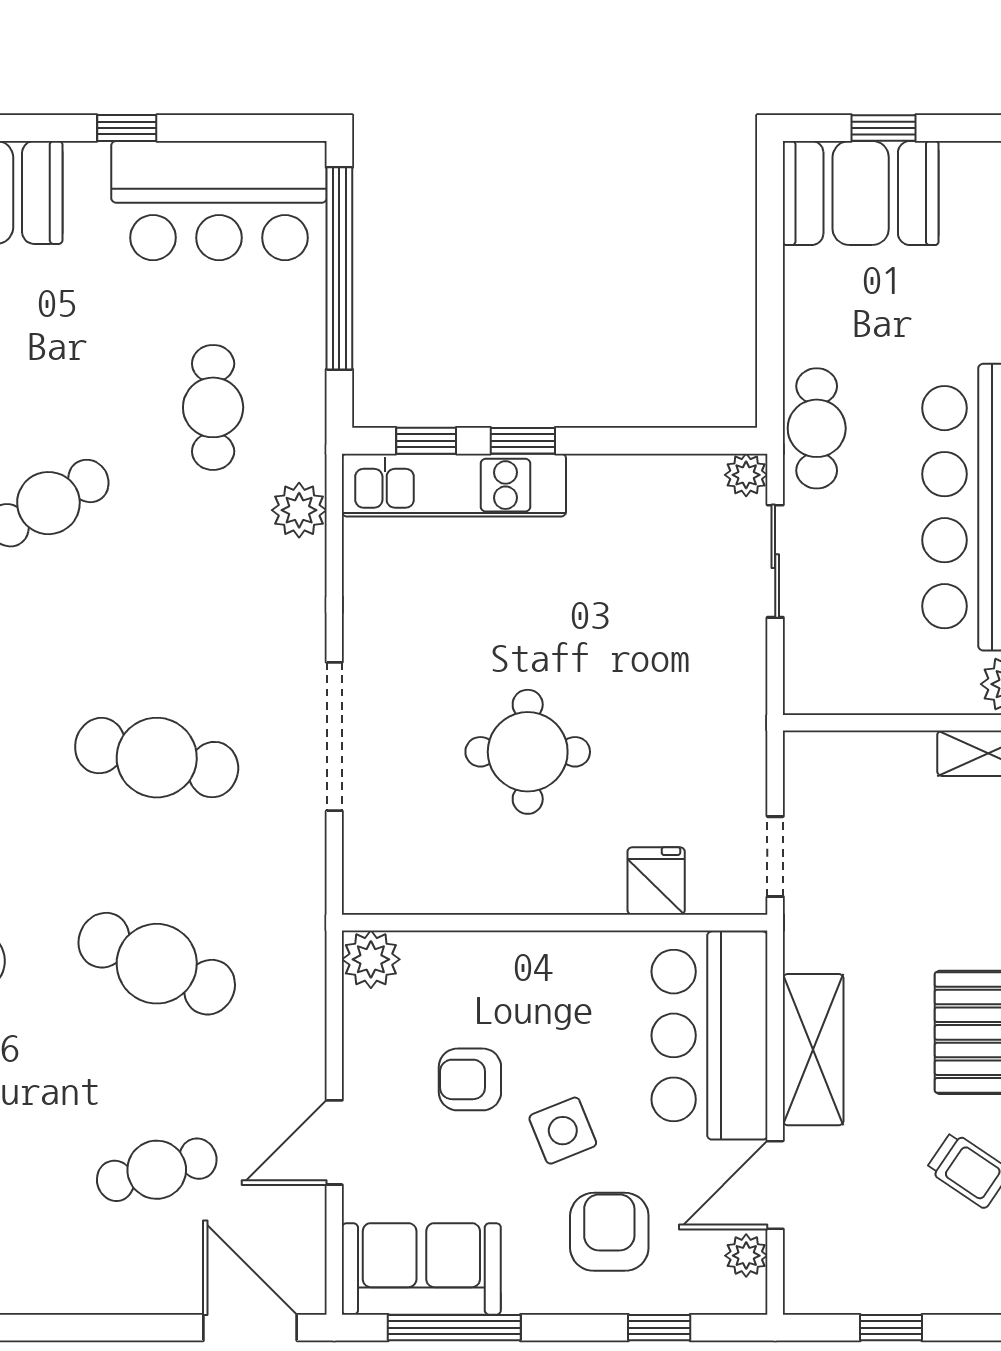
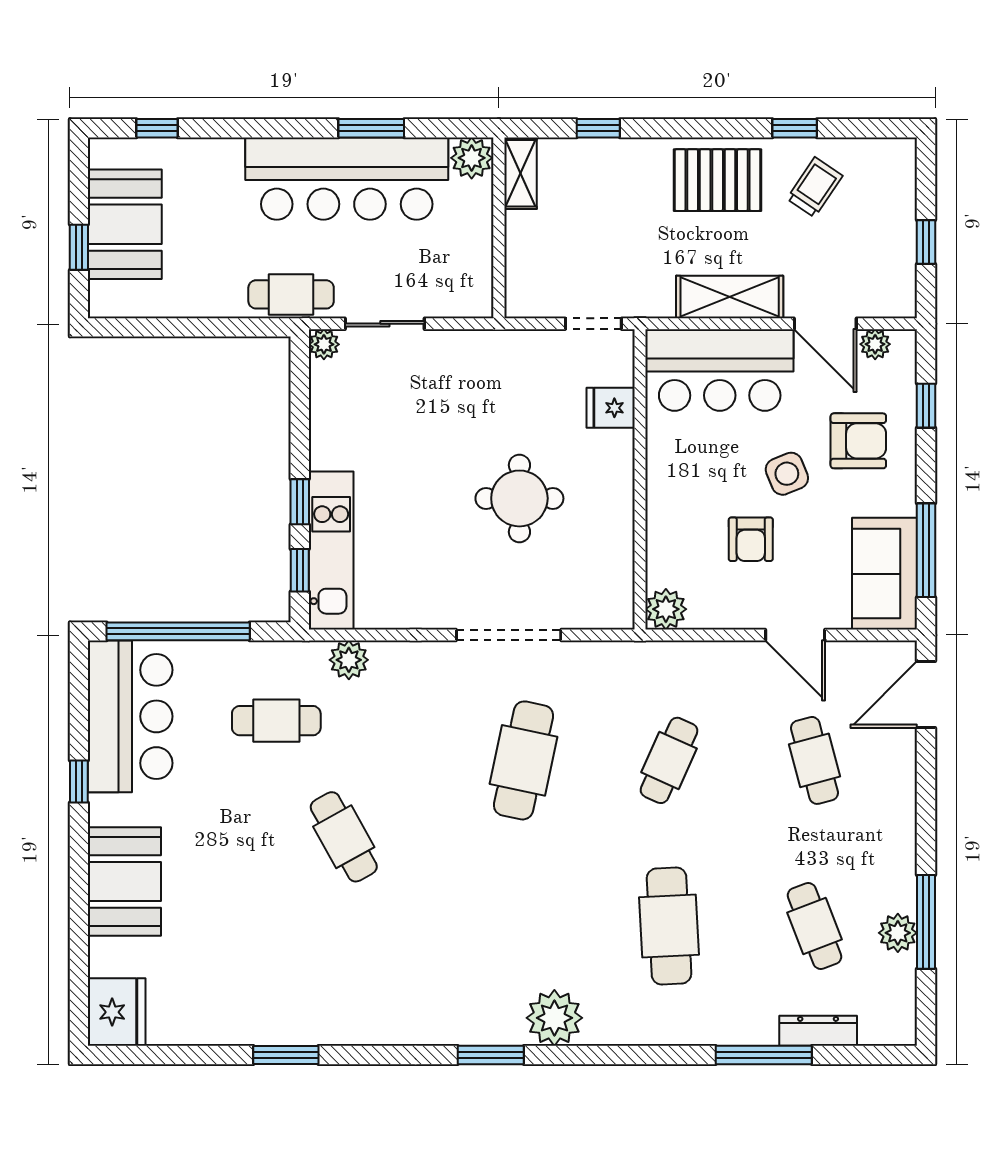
booth: (861, 193) -> (125, 224), moved
cafe table: (157, 964) -> (669, 760), width x0.73, depth x0.74
armchair: (609, 1232) -> (858, 441), turned 180

